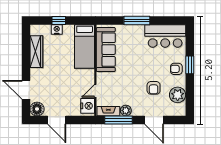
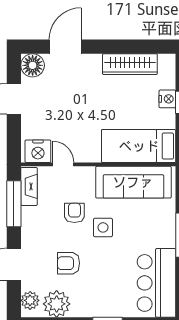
side table: (132, 68) -> (103, 227), added
armchair: (176, 69) -> (74, 213), moved
plant: (126, 110) -> (30, 300), moved

